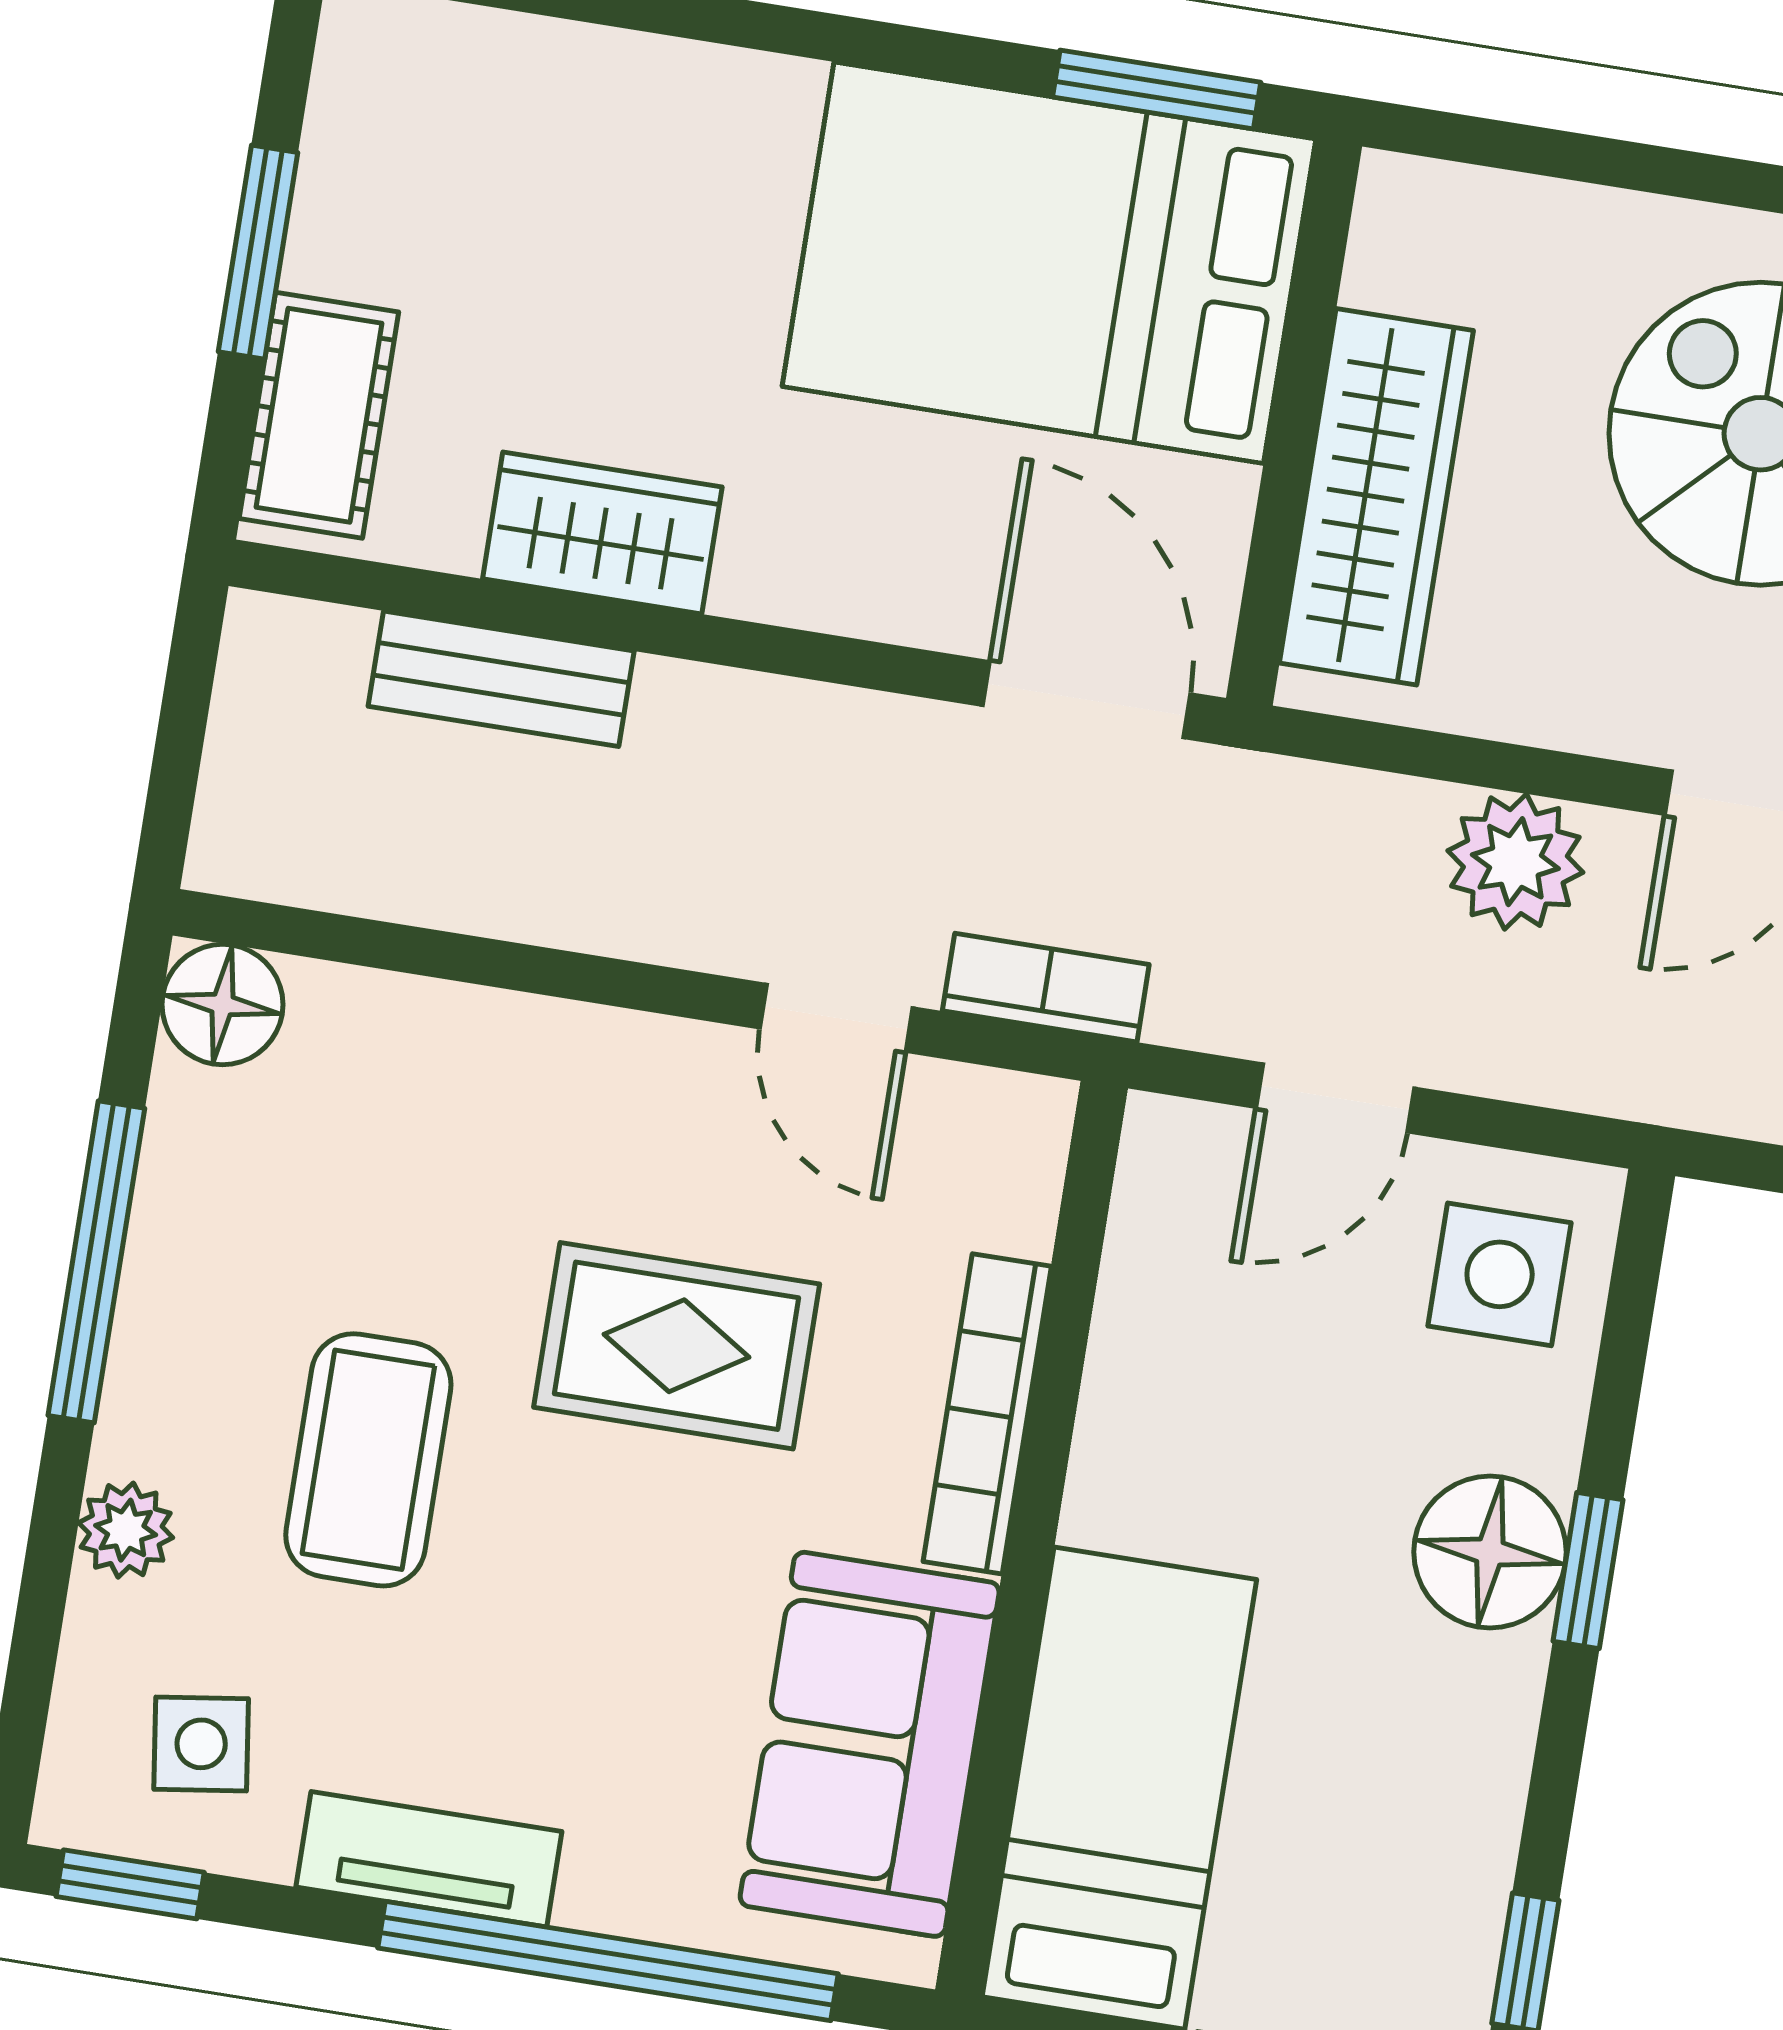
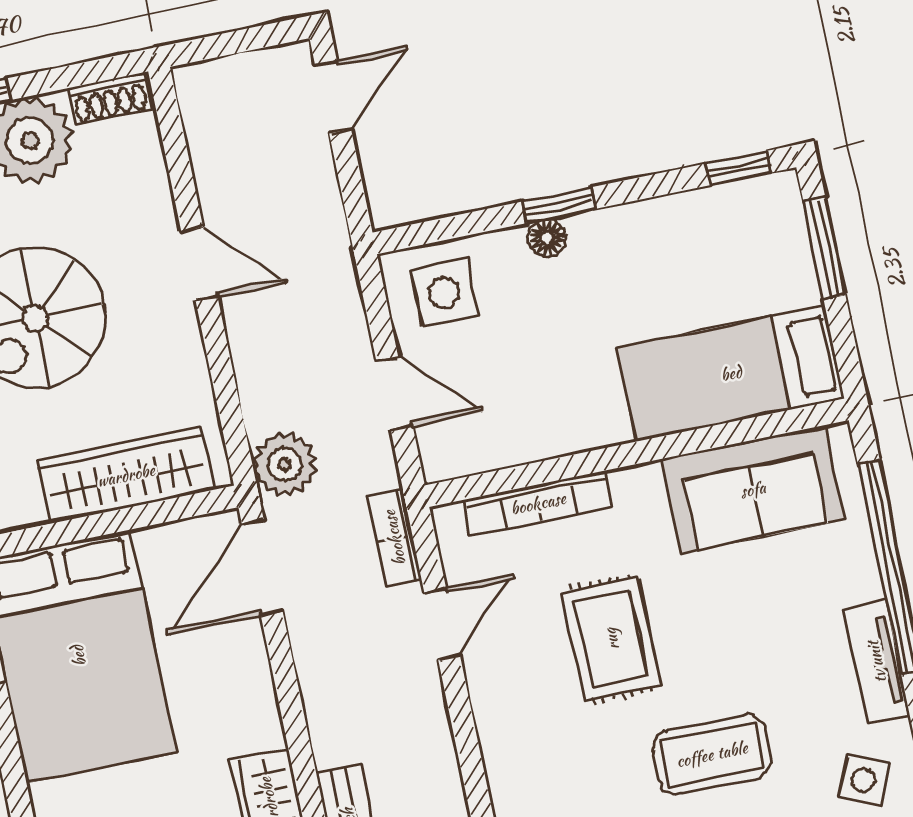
plant: (1515, 862) -> (285, 464), moved
bookcase: (987, 1414) -> (538, 503), moved
floor lamp: (1490, 1552) -> (547, 238), width x0.53, depth x0.53
side table: (201, 1744) -> (863, 780), turned 32

